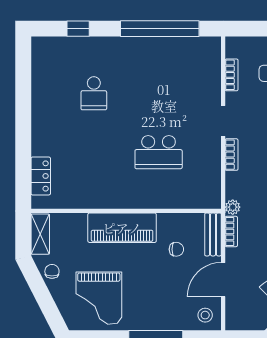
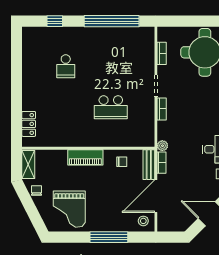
piano: (122, 228) -> (85, 157), width x0.73, depth x0.75
chair: (176, 249) -> (122, 162), moved
door: (223, 280) -> (156, 196), width x1.36

